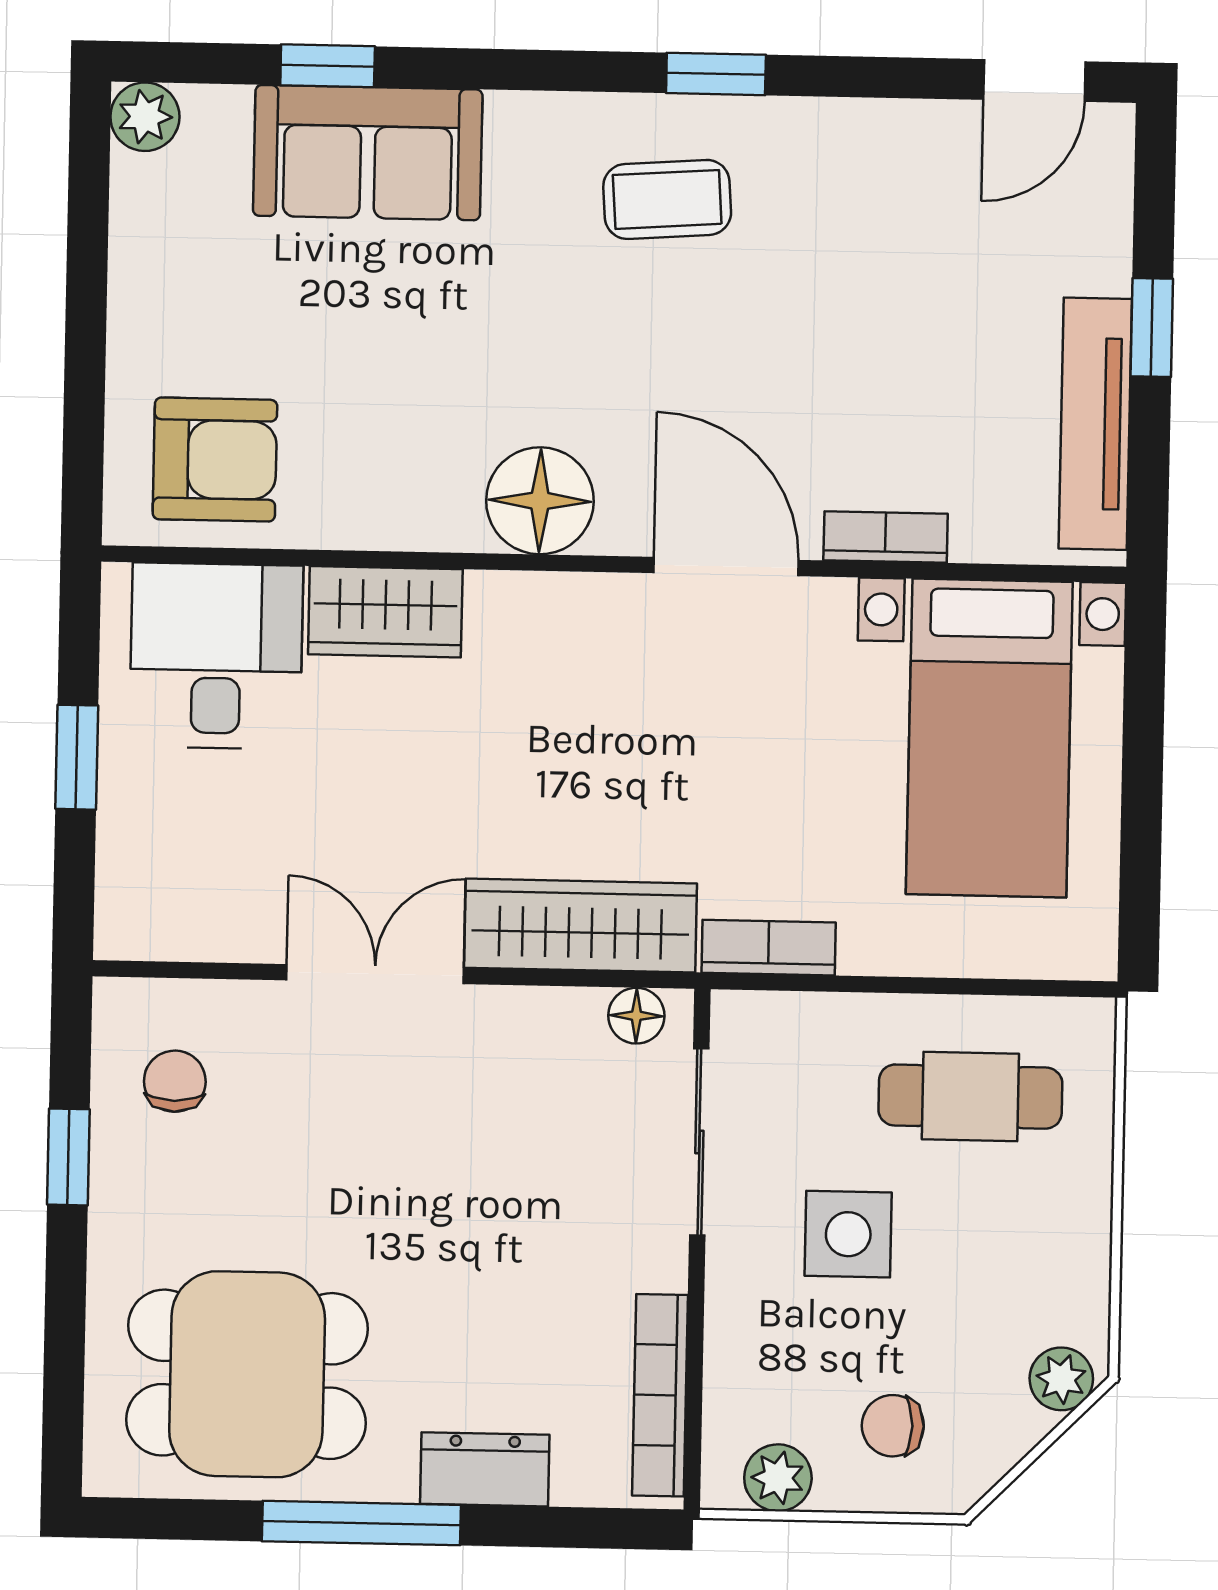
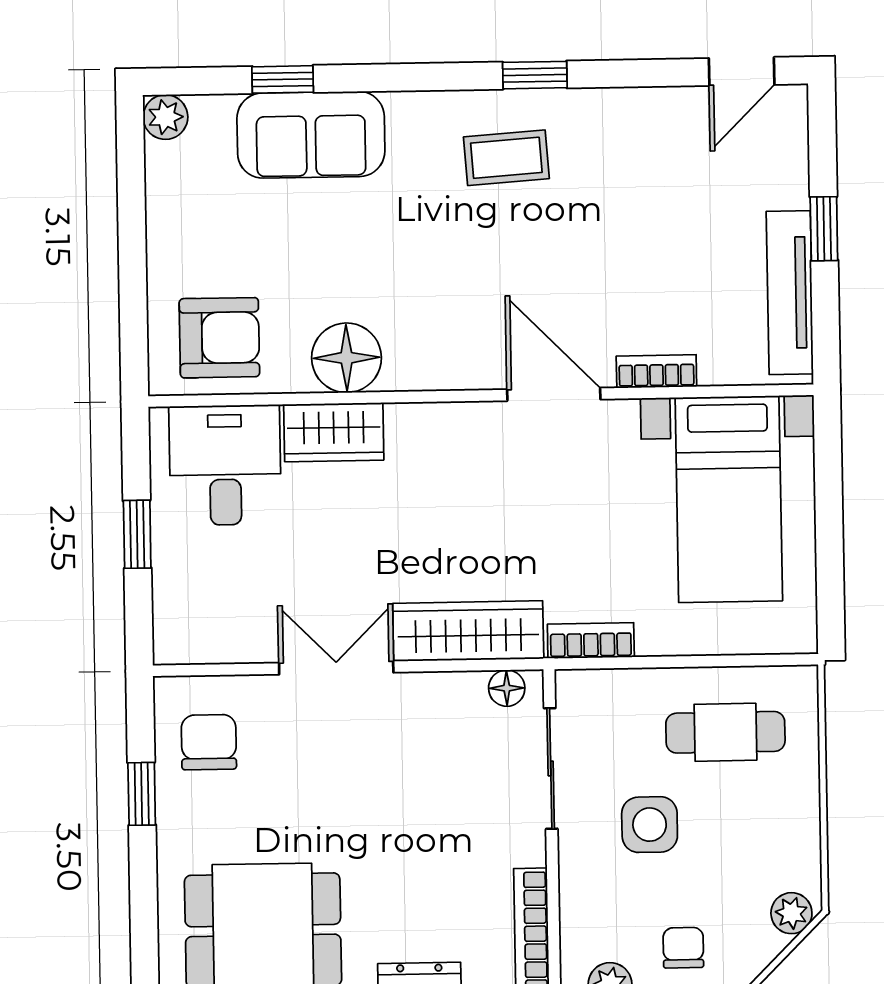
floor lamp: (540, 501) -> (347, 358), moved
chair: (175, 1081) -> (209, 742), width x1.37, depth x1.37
chair: (893, 1426) -> (683, 948), turned 90

